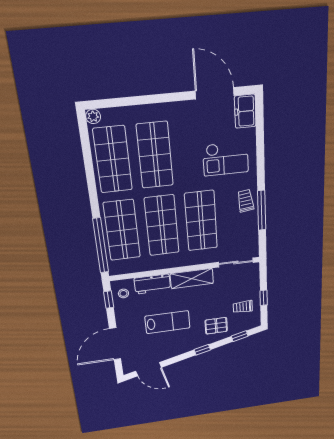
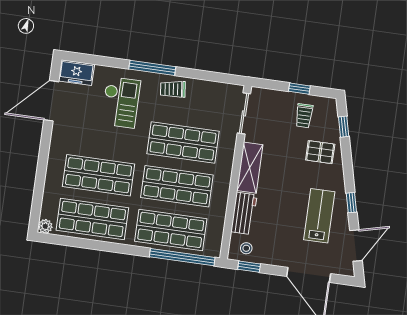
window: (262, 210) -> (152, 68), moved
lab bench: (167, 322) -> (319, 216), moved
pallet: (216, 326) -> (320, 152), turned 90
window: (202, 350) -> (351, 203), moved

